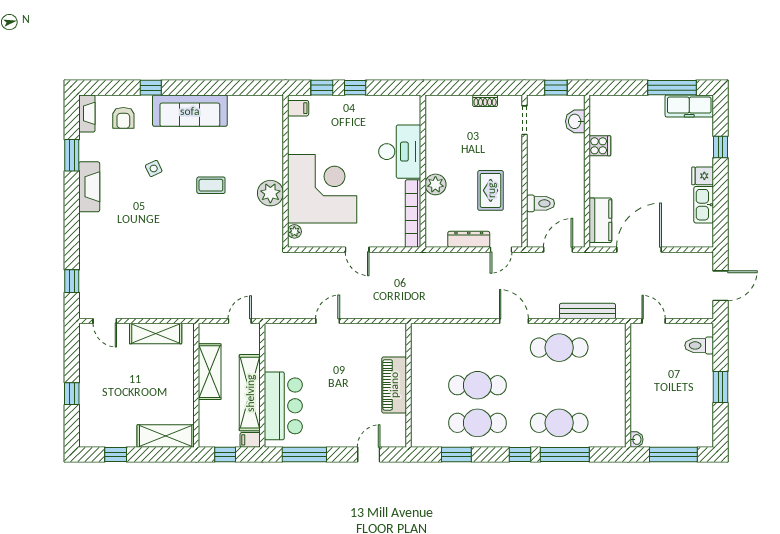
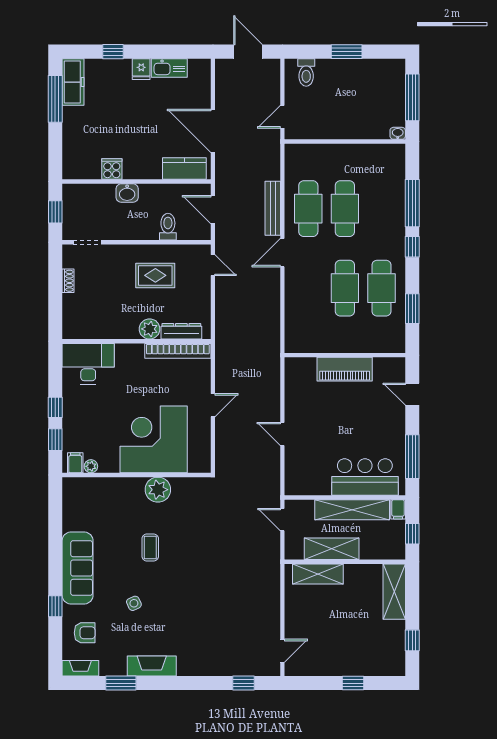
washbasin: (575, 121) -> (127, 193), moved
desk: (400, 152) -> (88, 364), moved
plant: (294, 231) -> (91, 466), moved
dresser: (469, 239) -> (181, 331), moved, turned 90
bench: (588, 311) -> (273, 208), moved
shelving: (156, 334) -> (318, 574), moved, turned 90
cafe table: (559, 423) -> (345, 209), moved

